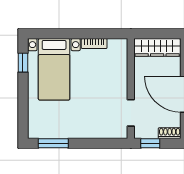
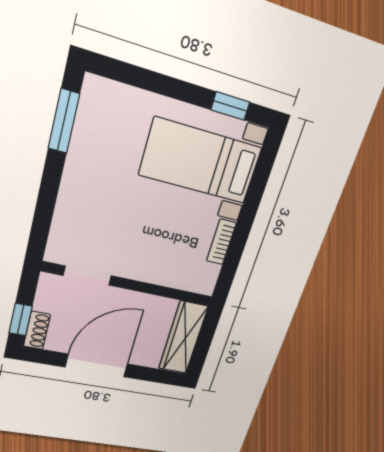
window: (150, 143) -> (21, 320), moved

